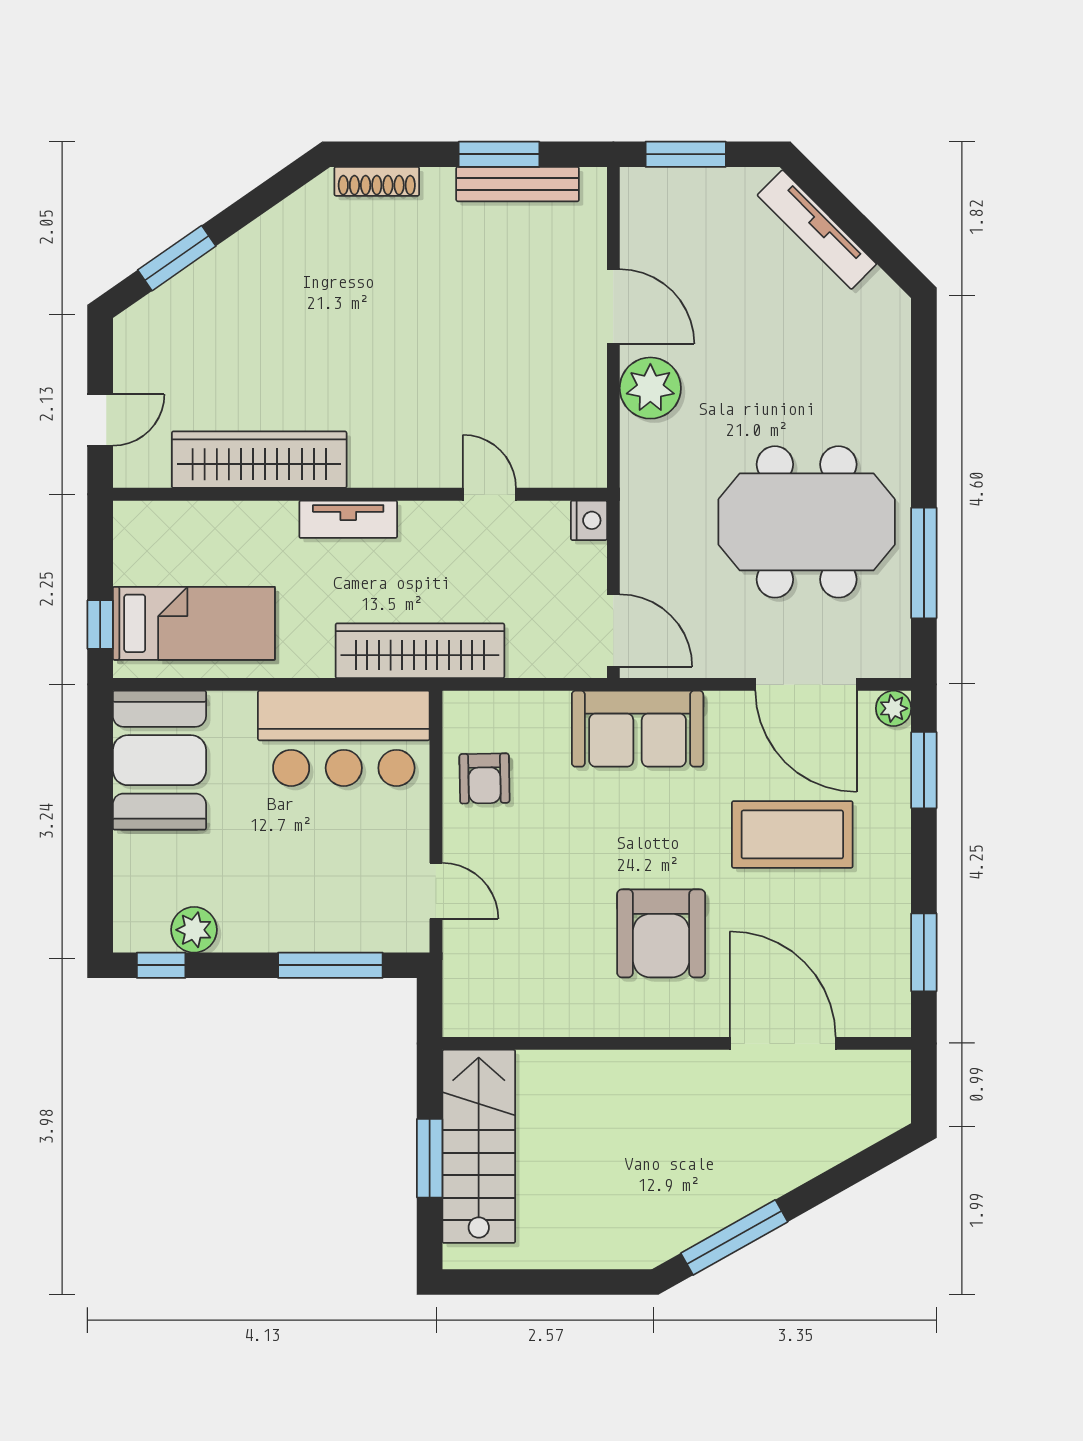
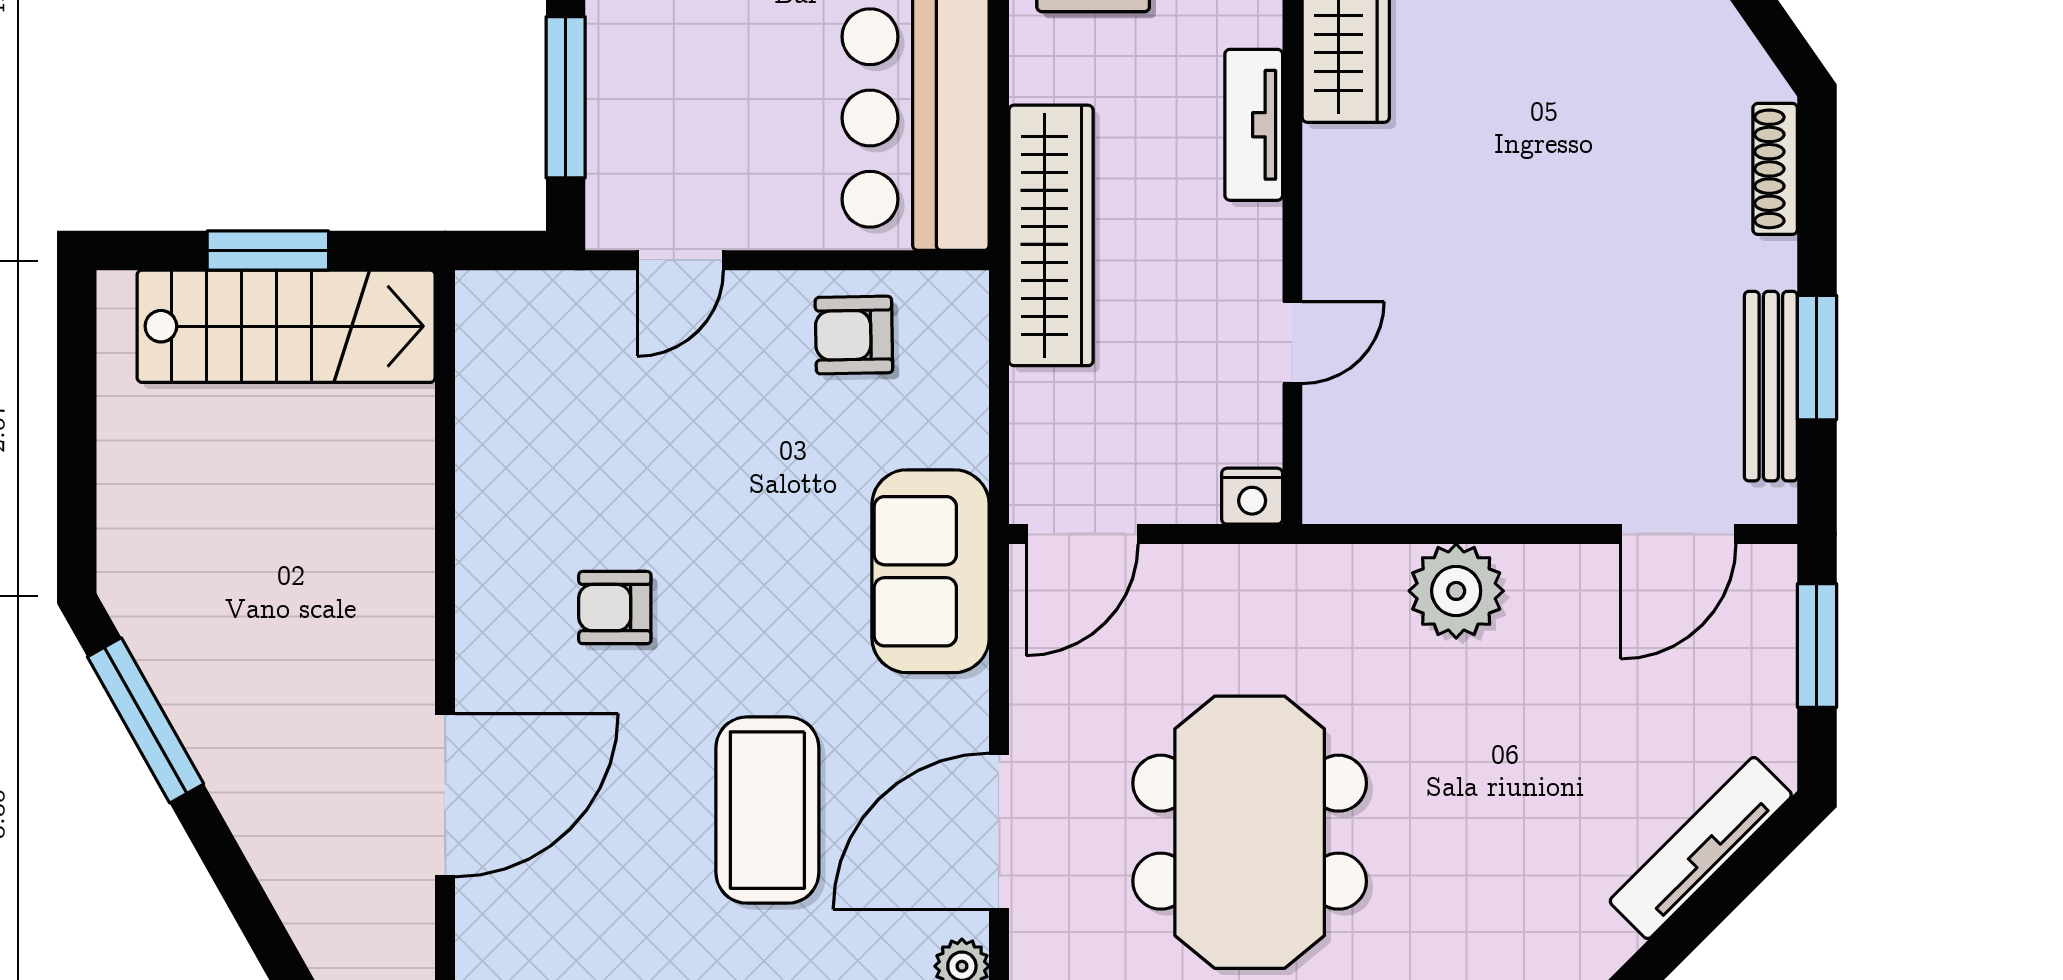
door: (613, 307) -> (1678, 534), moved
armchair: (661, 933) -> (615, 608), width x0.53, depth x0.53

